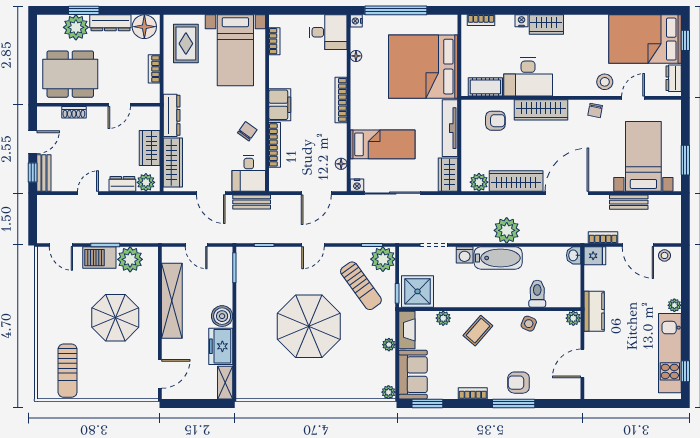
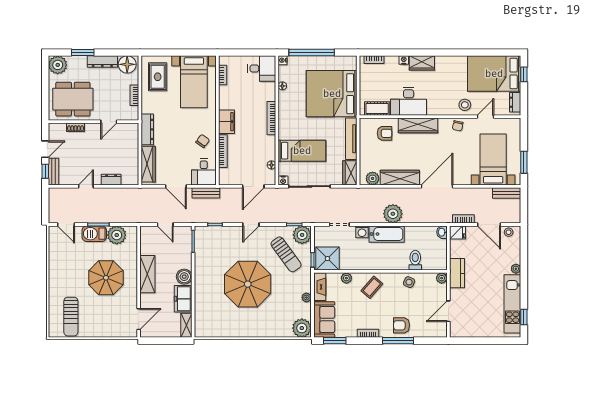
plant: (76, 27) -> (58, 65), moved
wardrobe: (150, 148) -> (131, 153), removed
plant: (146, 182) -> (128, 179), removed
bench: (629, 202) -> (507, 193), moved
shelving: (172, 301) -> (147, 274), width x0.68
plant: (388, 392) -> (302, 328), width x1.88, depth x1.88

